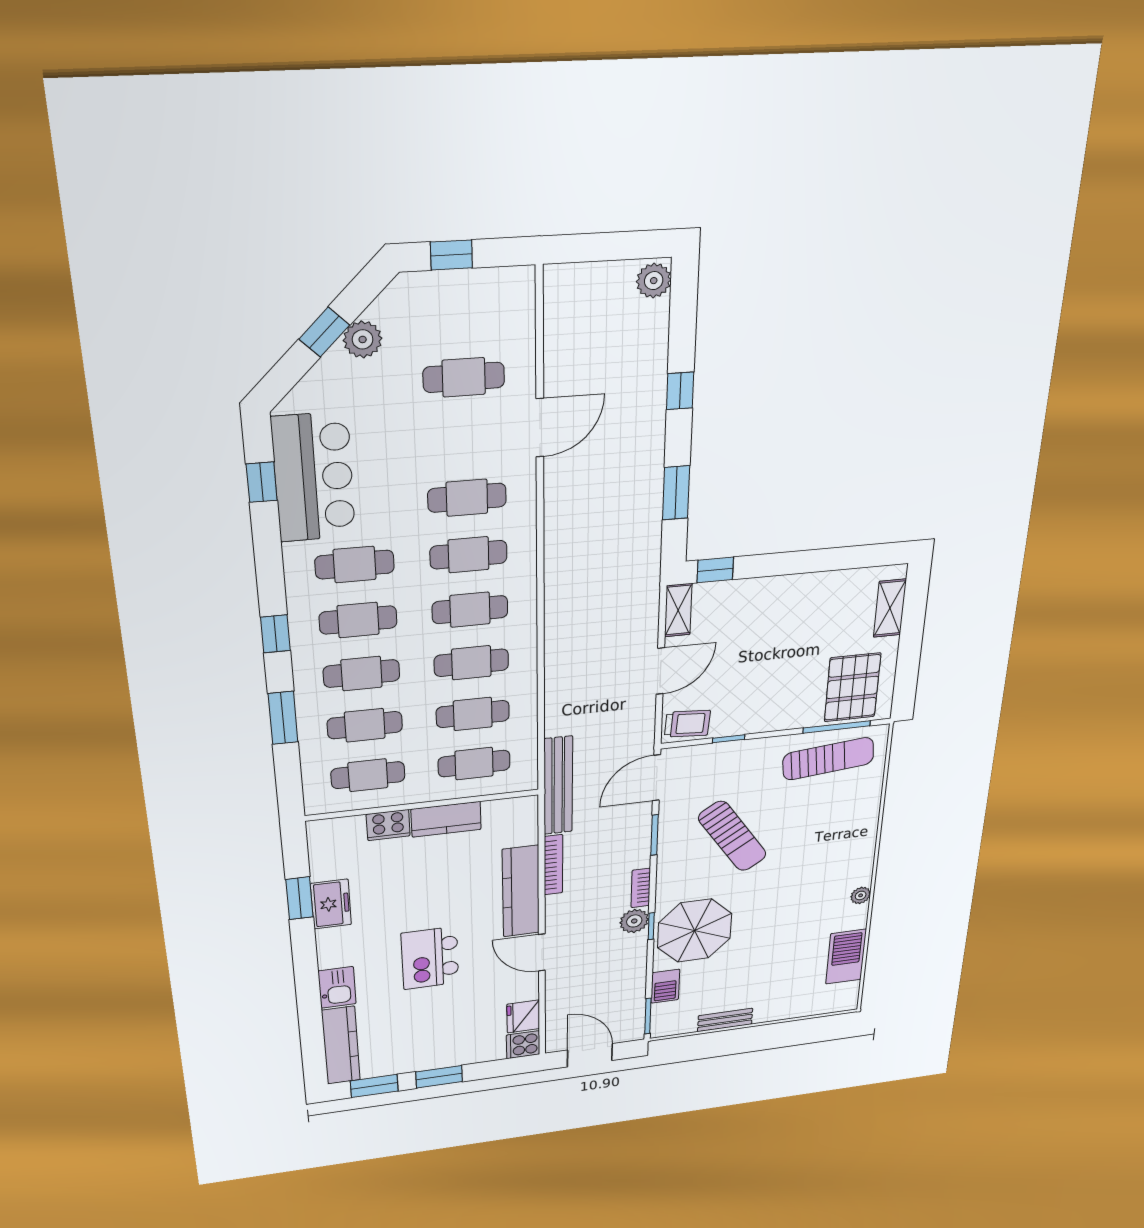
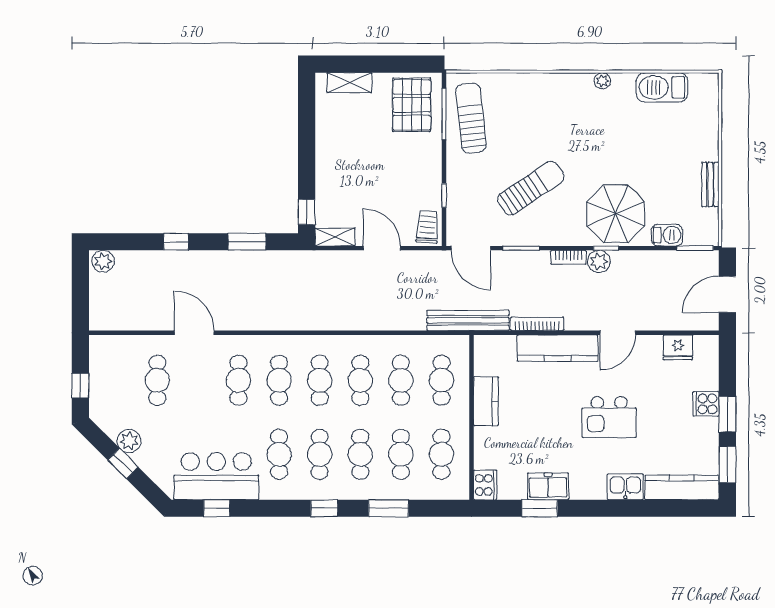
pallet: (853, 687) -> (412, 105), turned 90
cooker: (388, 825) -> (485, 485), moved
cooker: (523, 1045) -> (706, 404), moved, turned 90

